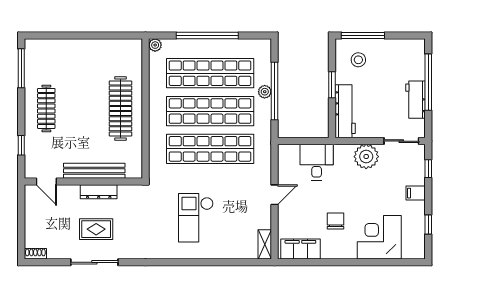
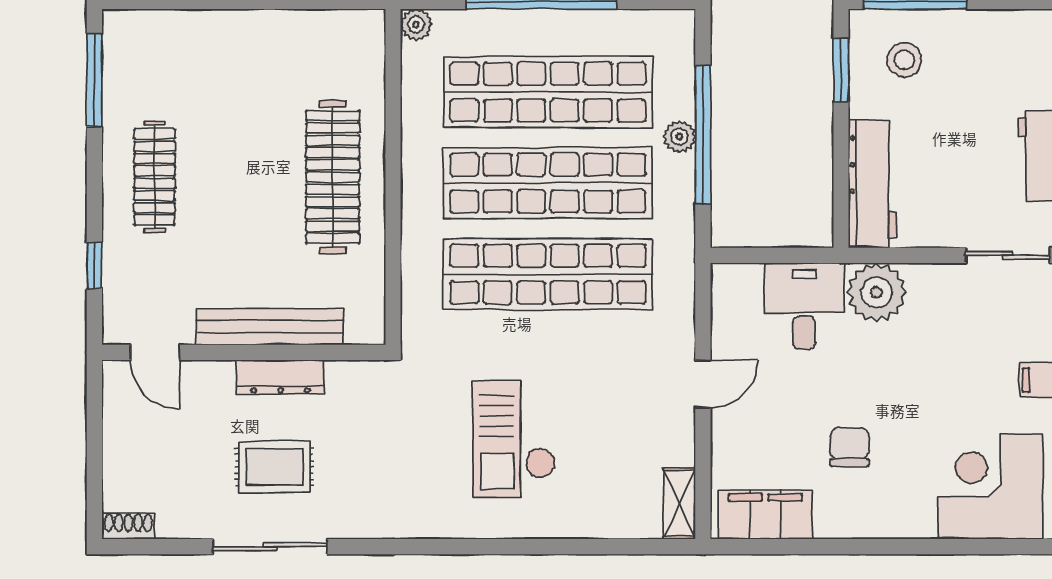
window: (332, 85) -> (841, 70), moved
plant: (366, 157) -> (877, 292), moved
corner desk: (379, 237) -> (990, 487), moved

